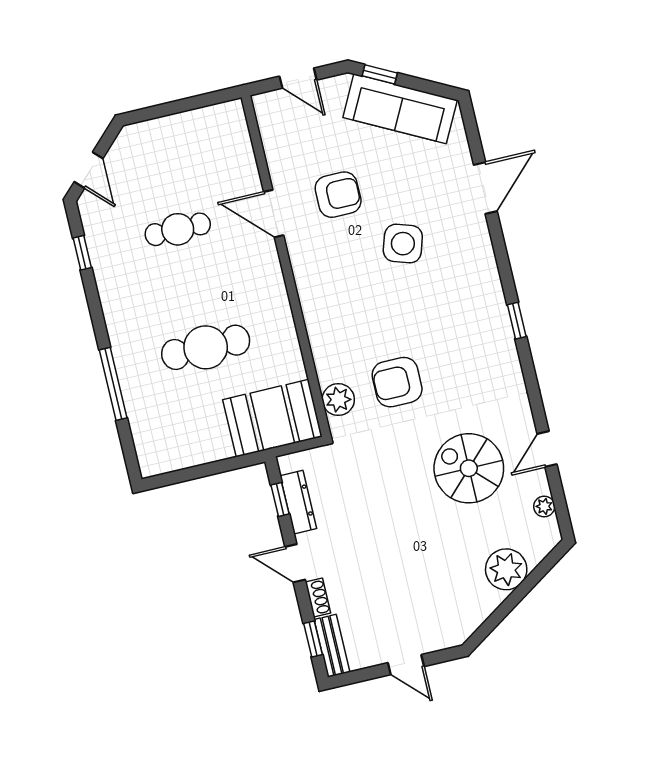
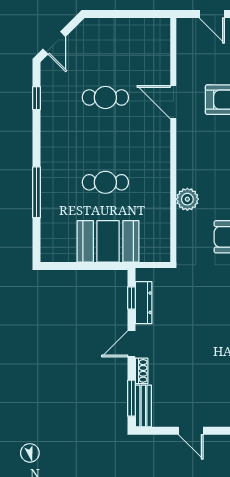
cafe table: (206, 347) -> (105, 182), width x0.73, depth x0.74
plant: (338, 400) -> (187, 199), moved
booth: (272, 418) -> (108, 241), moved
door: (295, 563) -> (132, 344), hinge flipped
window: (313, 639) -> (132, 398), width x1.50

